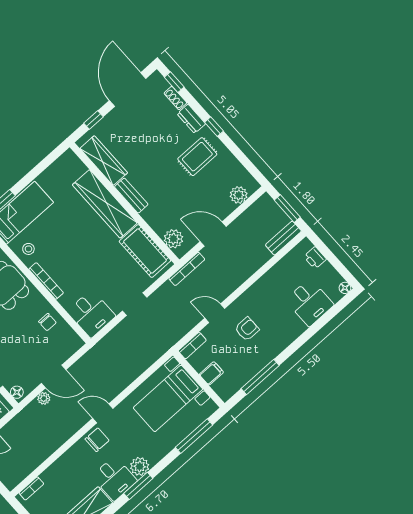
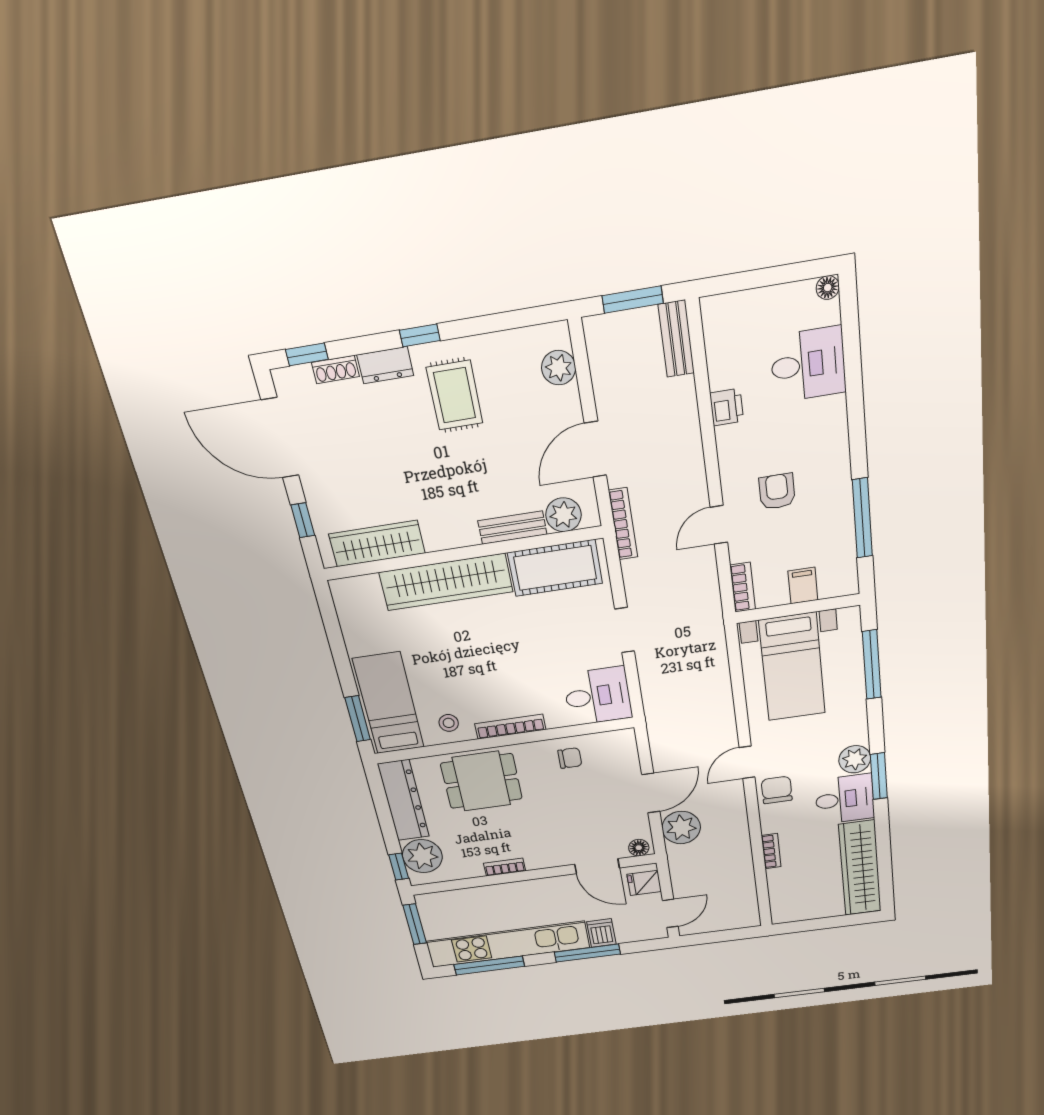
bench: (131, 196) -> (512, 528), moved
printer: (315, 258) -> (727, 407), moved, turned -90
plant: (44, 398) -> (681, 828), width x1.88, depth x1.88
bookcase: (31, 488) -> (771, 851), moved

